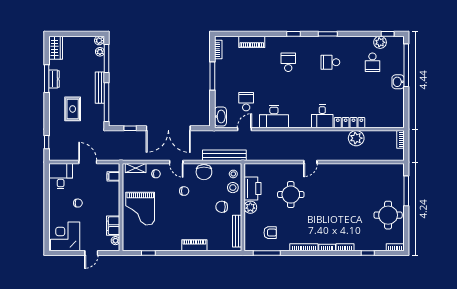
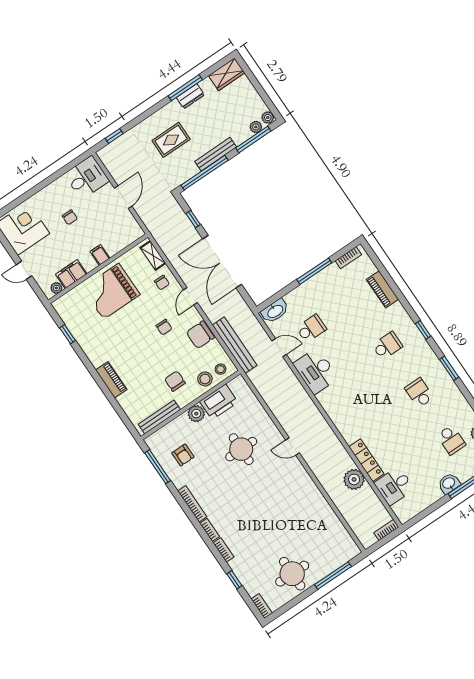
school desk: (372, 62) -> (451, 440), turned -90
desk: (322, 116) -> (394, 486), moved
filing cabinet: (113, 176) -> (100, 255), moved

